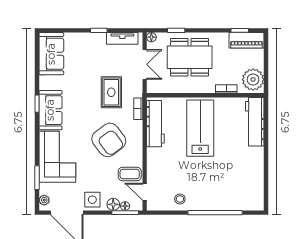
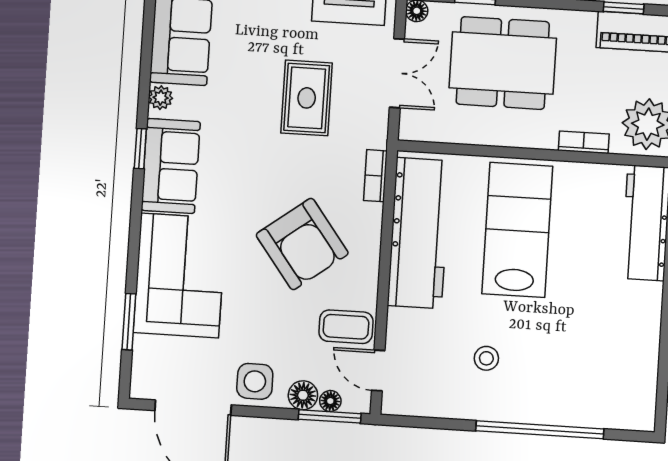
rug: (111, 92) -> (307, 98), moved
workbench: (155, 124) -> (419, 233), width x1.36, depth x1.32
stool: (180, 199) -> (486, 358), moved
plant: (44, 200) -> (161, 98), moved

